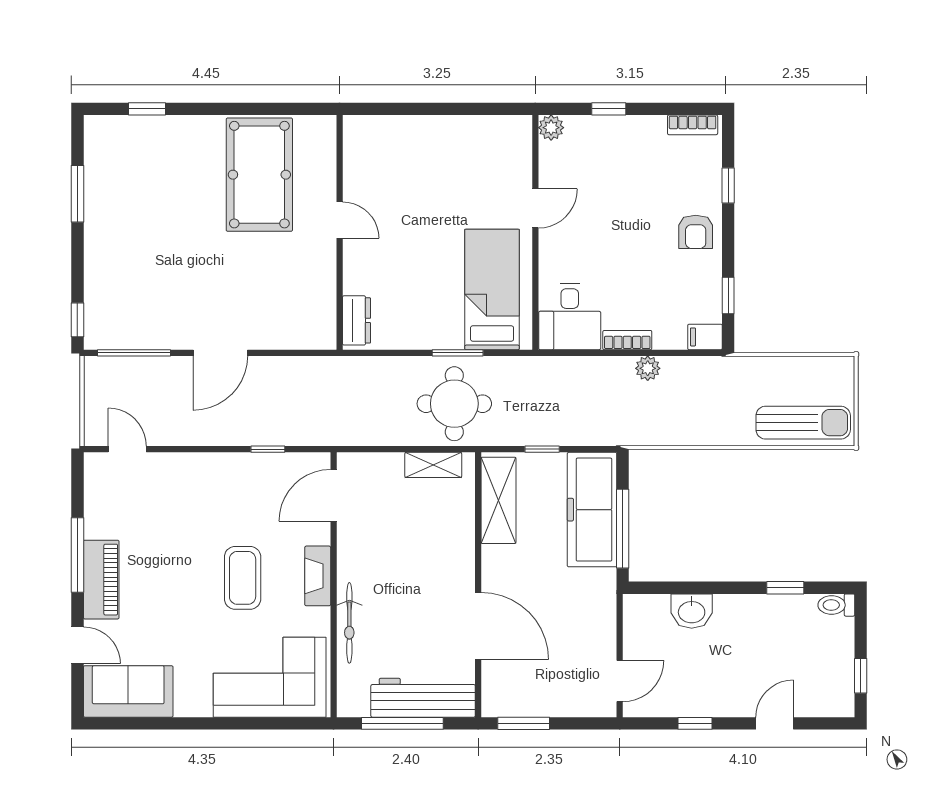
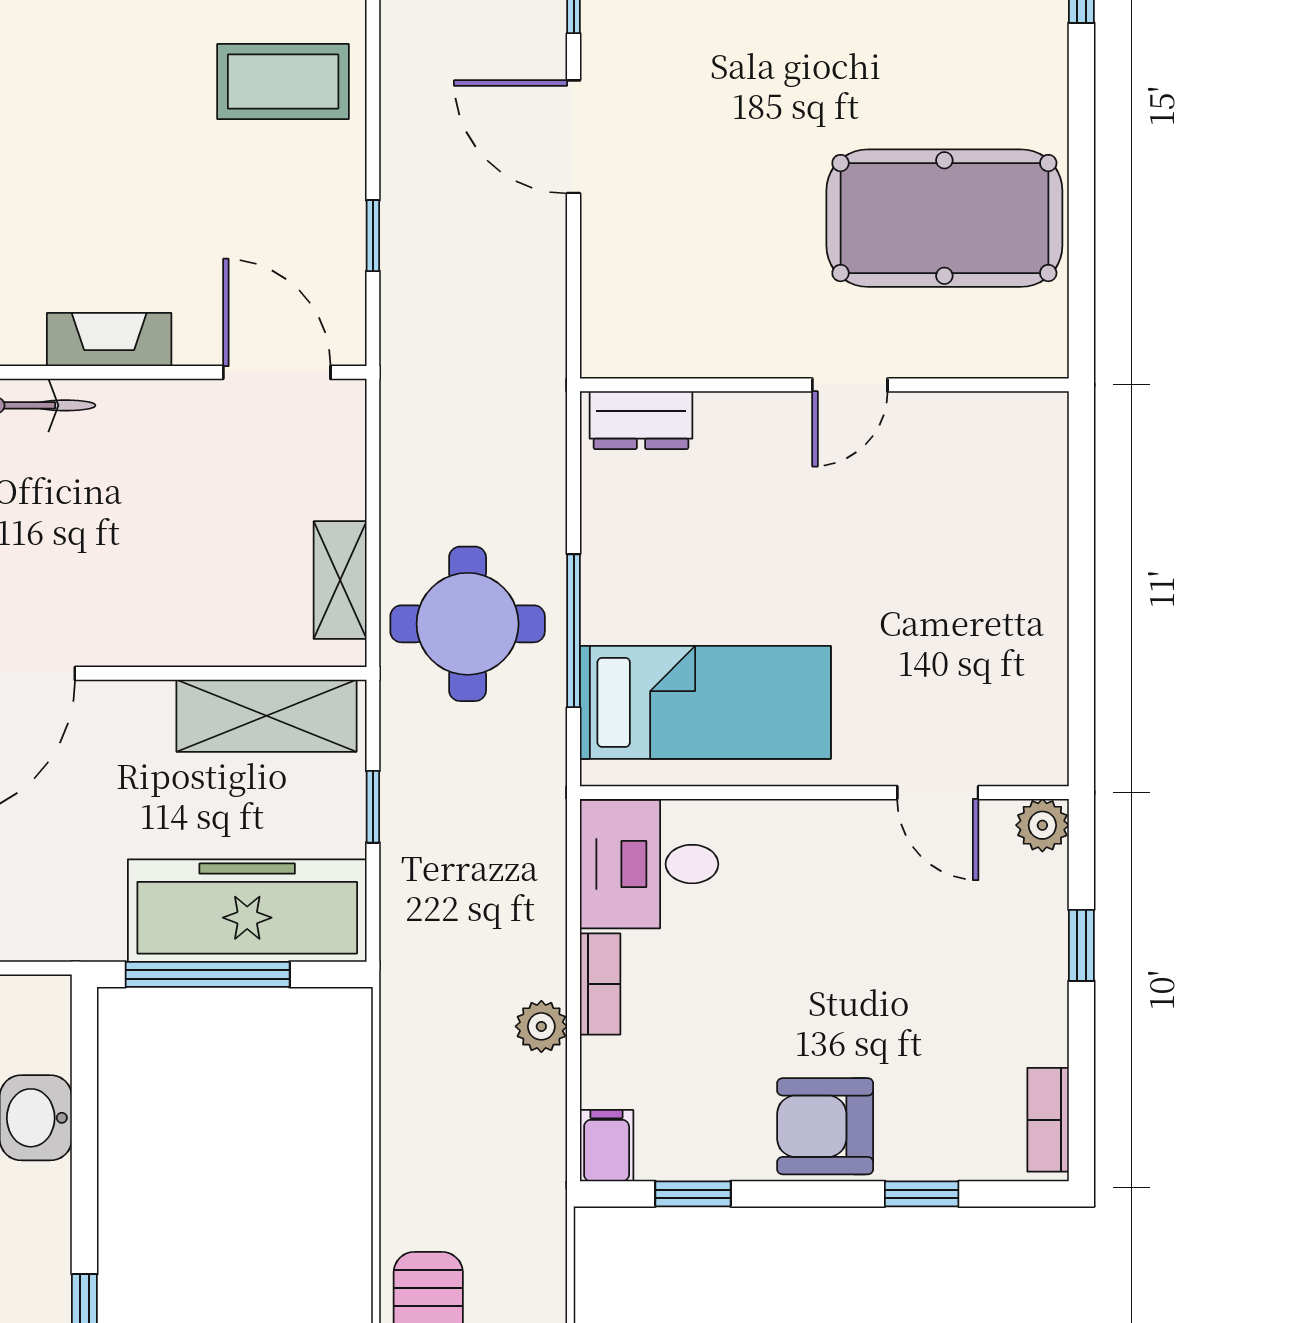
door: (535, 208) -> (938, 793), moved
armchair: (696, 232) -> (825, 1126), width x1.38, depth x1.38
window: (458, 353) -> (574, 631), width x1.44
coffee table: (243, 578) -> (283, 82), moved

